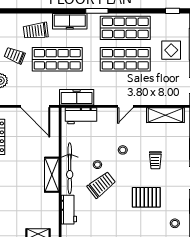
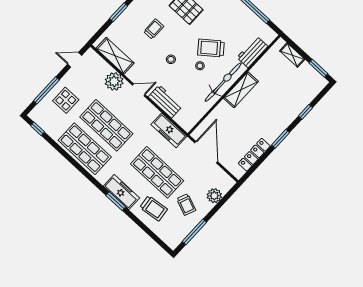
window: (97, 11) -> (116, 201), moved
plant: (149, 96) -> (114, 81), added
workbench: (81, 116) -> (165, 101), moved

